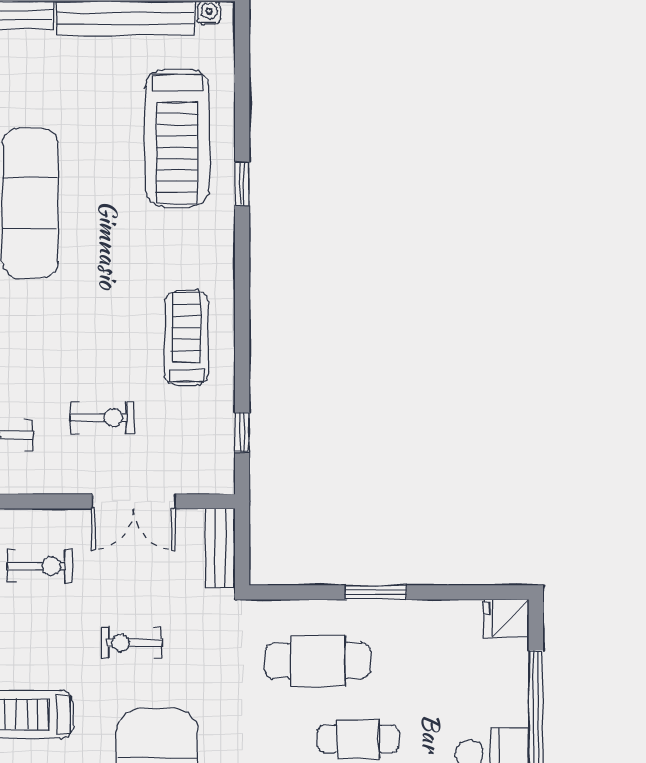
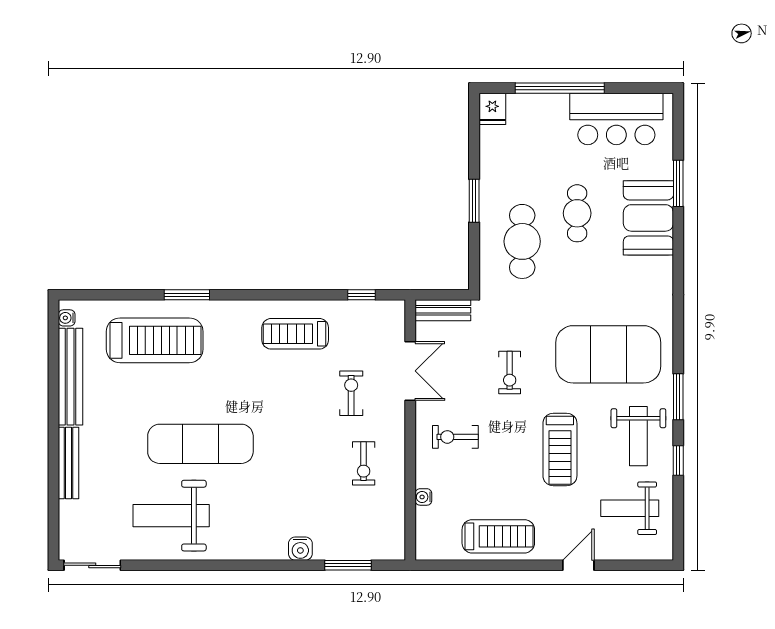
window: (242, 184) -> (187, 295), width x1.50
exercise bike: (40, 566) -> (455, 437), turned -90

